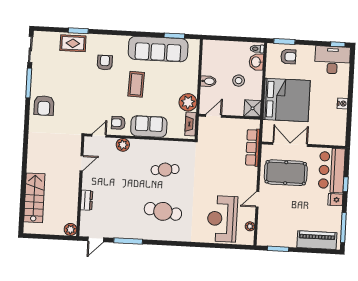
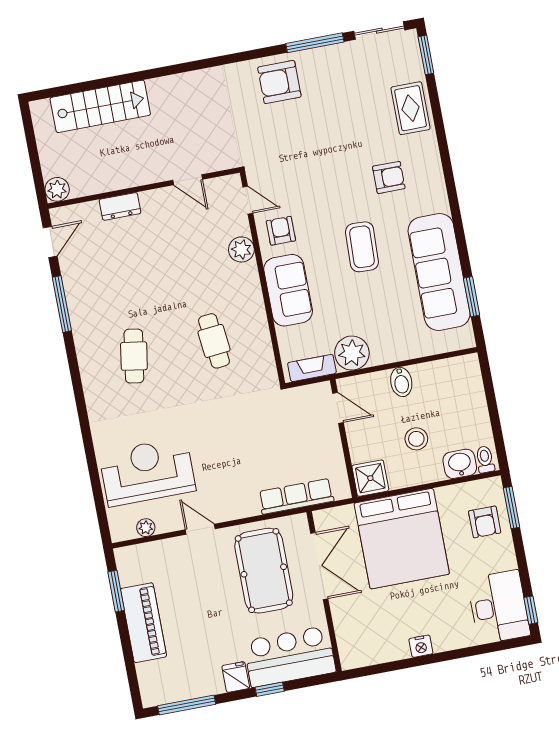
window: (78, 31) -> (426, 55), moved
coffee table: (136, 84) -> (362, 247), turned 90
cafe table: (163, 211) -> (134, 356), width x0.73, depth x0.74
door: (96, 239) -> (50, 242), swing flipped
piano: (317, 240) -> (143, 623), moved

